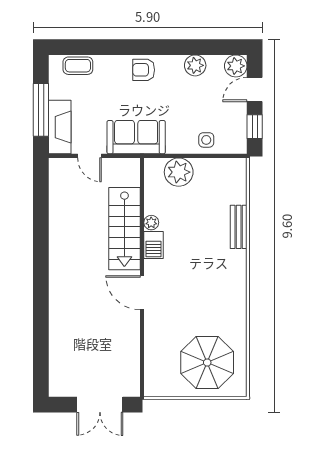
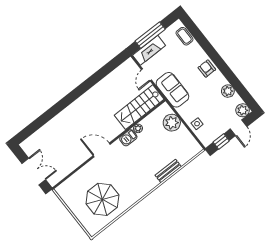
door: (255, 89) -> (239, 128), swing flipped
stairs: (124, 229) -> (139, 107), moved
door: (142, 293) -> (102, 150), hinge flipped
parasol: (207, 363) -> (102, 199), moved
double door: (100, 405) -> (34, 171), swing flipped

